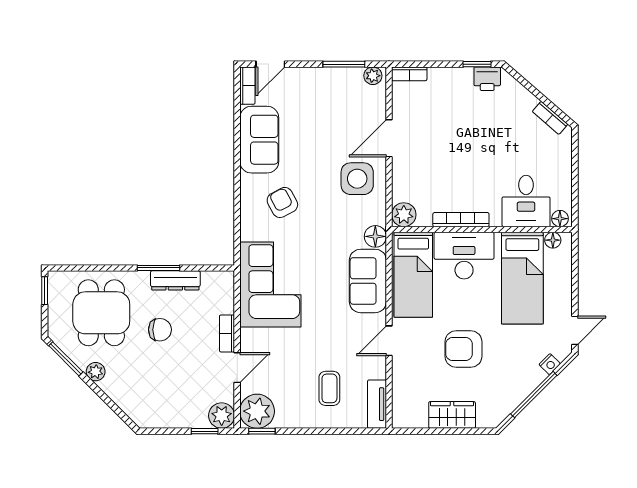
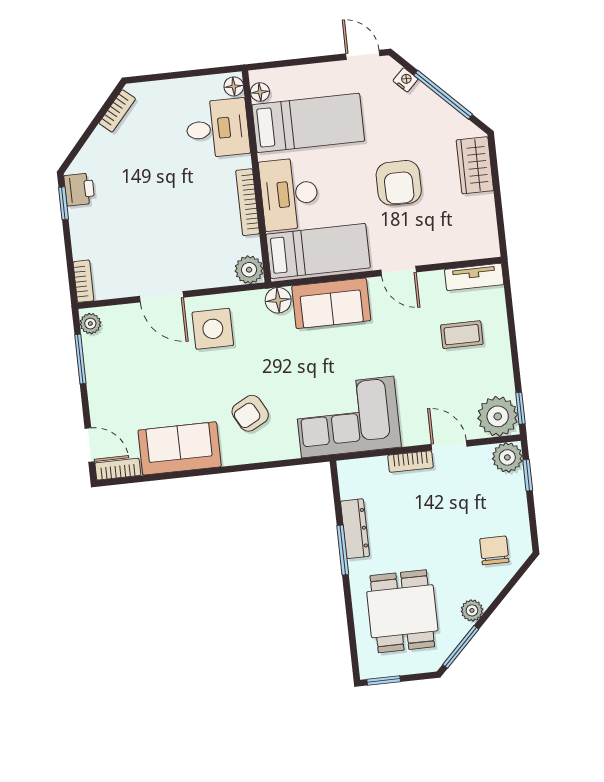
dining table: (101, 313) -> (402, 611), turned 90
chair: (160, 330) -> (494, 550), moved
wardrobe: (452, 415) -> (475, 165), moved

